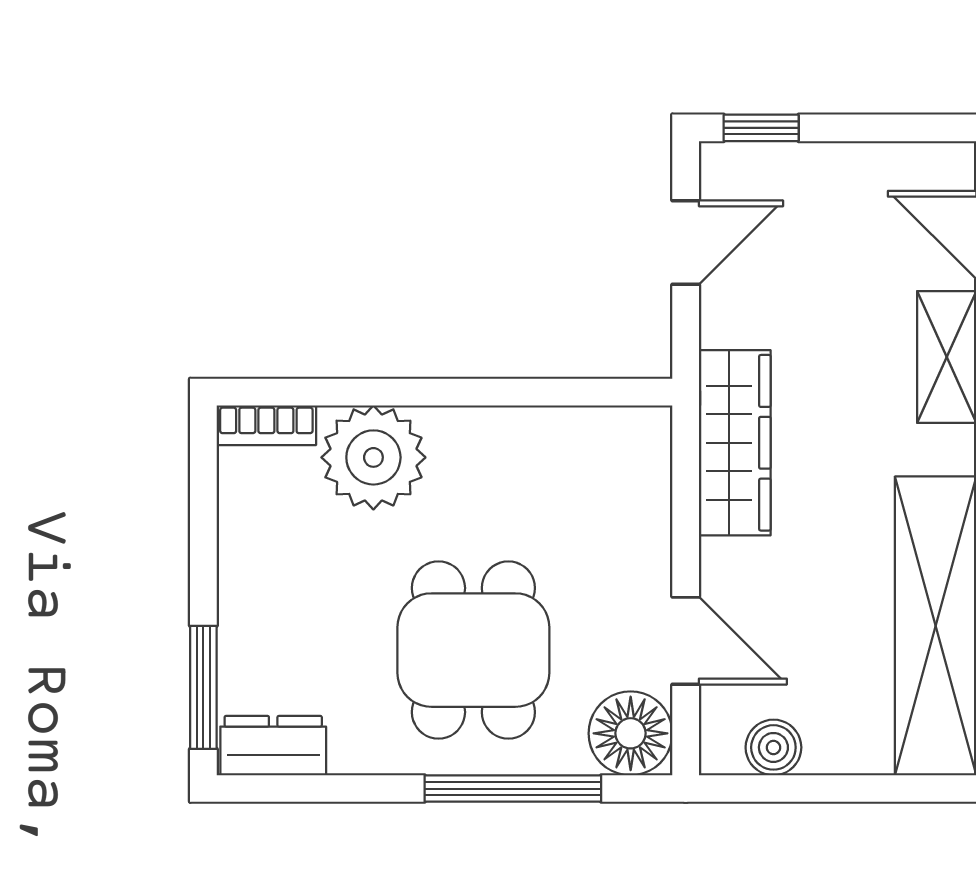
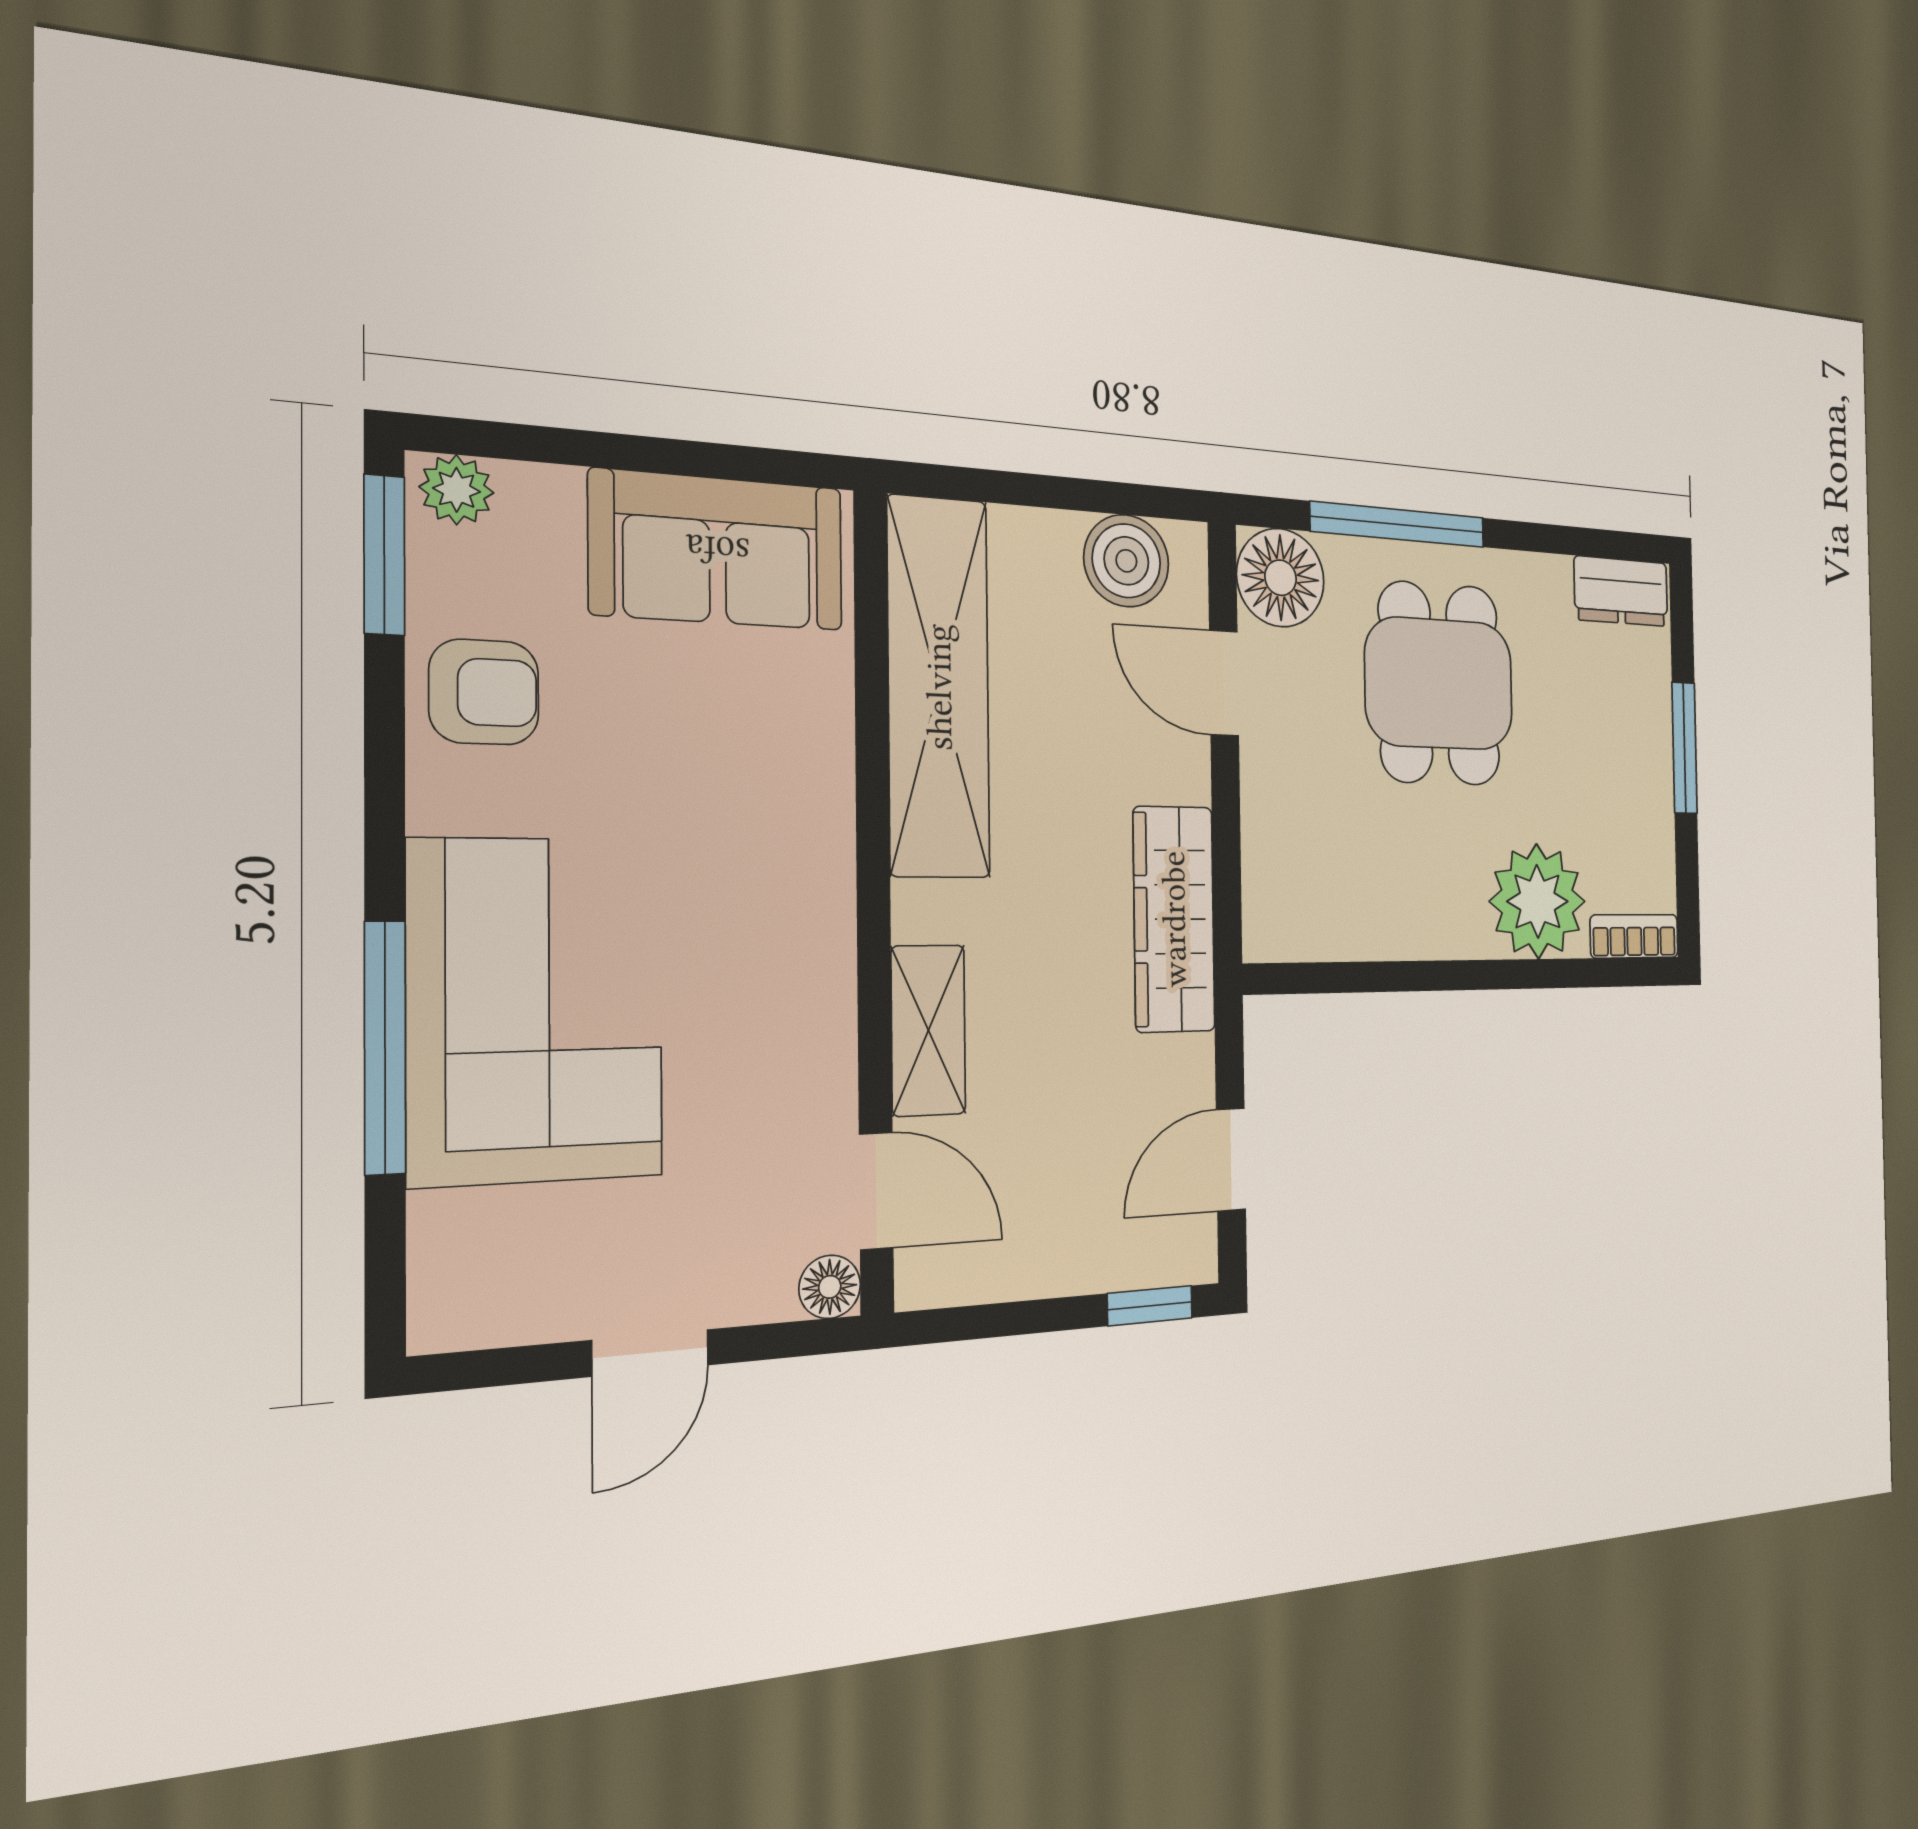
window: (203, 687) -> (1685, 748), moved
boiler: (773, 747) -> (1126, 561), width x1.36, depth x1.36

